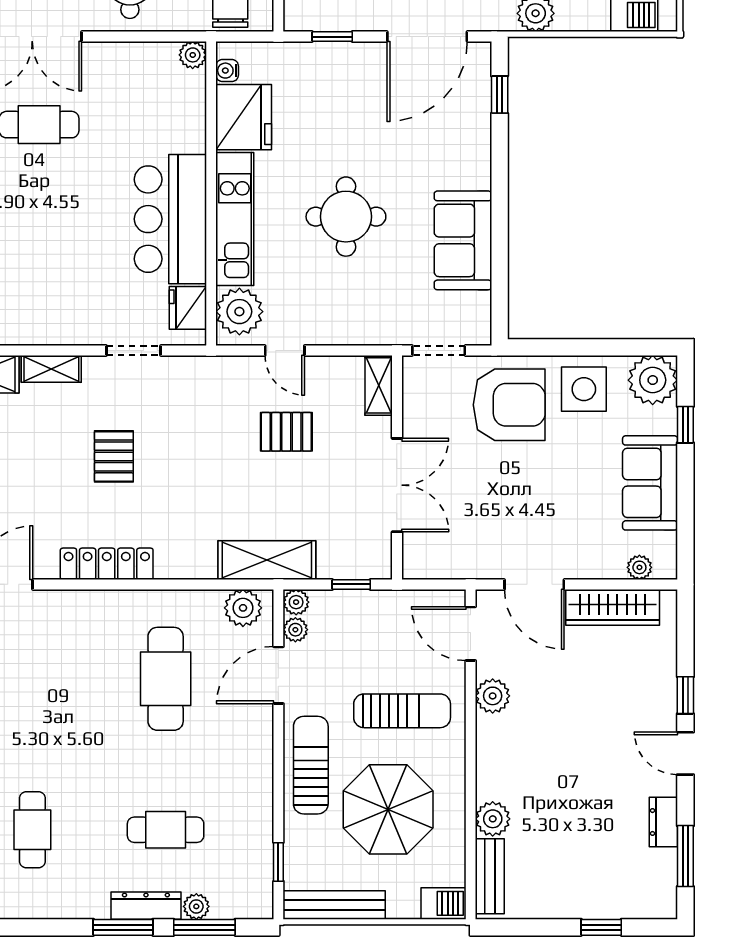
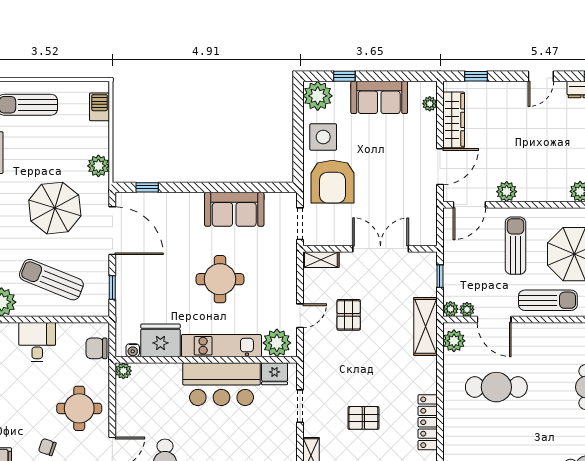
armchair: (509, 405) -> (332, 182), turned 180
window: (685, 695) -> (476, 76), moved
sun lounger: (311, 765) -> (548, 300), turned 180

